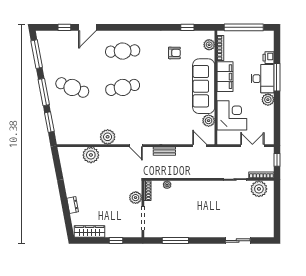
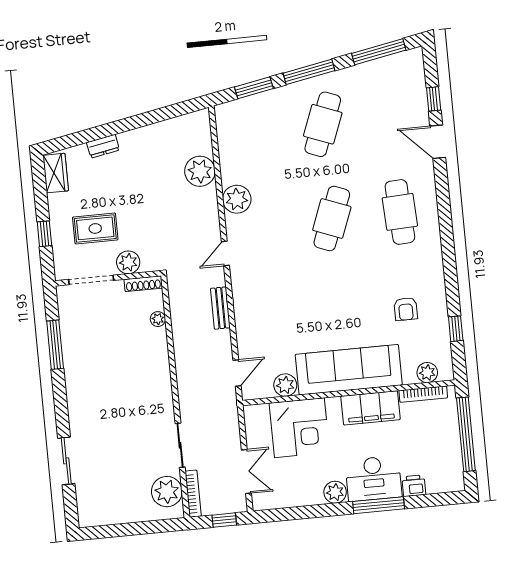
cafe table: (123, 87) -> (332, 218), turned 33
rug: (116, 213) -> (95, 228), added
wardrobe: (90, 232) -> (56, 173), width x0.67

